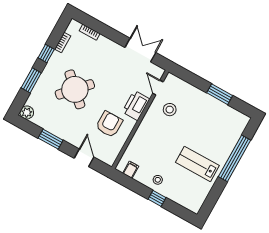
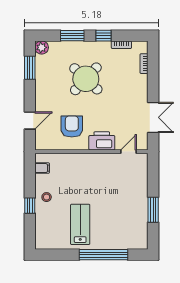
stool: (170, 110) -> (115, 173), removed
armchair: (109, 124) -> (72, 126), turned -90
window: (51, 139) -> (30, 68), moved

